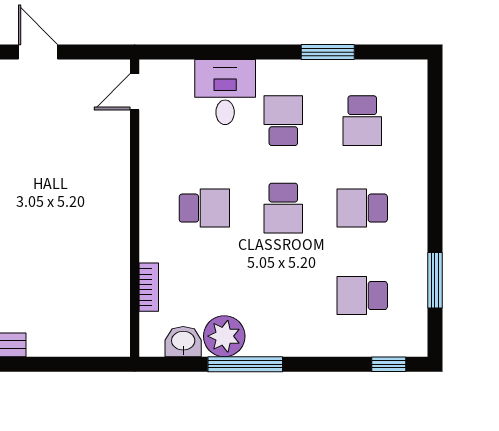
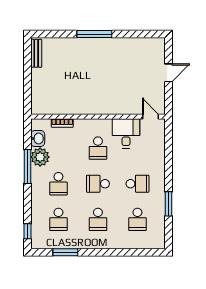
desk: (225, 92) -> (126, 133), moved, turned -90
school desk: (362, 121) -> (137, 219), turned -90
school desk: (362, 208) -> (98, 219), turned 180
school desk: (283, 296) -> (58, 184), added
school desk: (362, 296) -> (58, 219), turned 180

